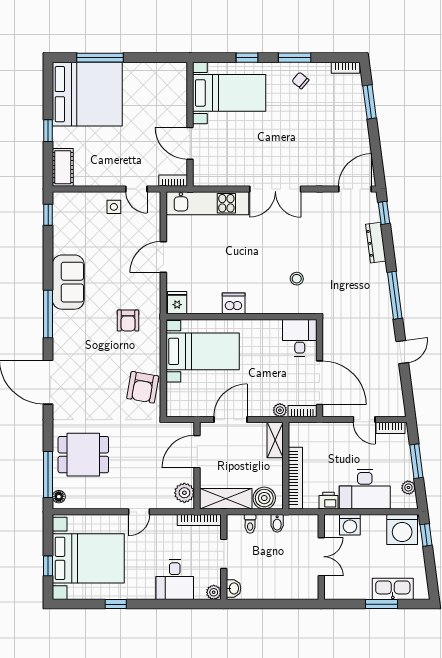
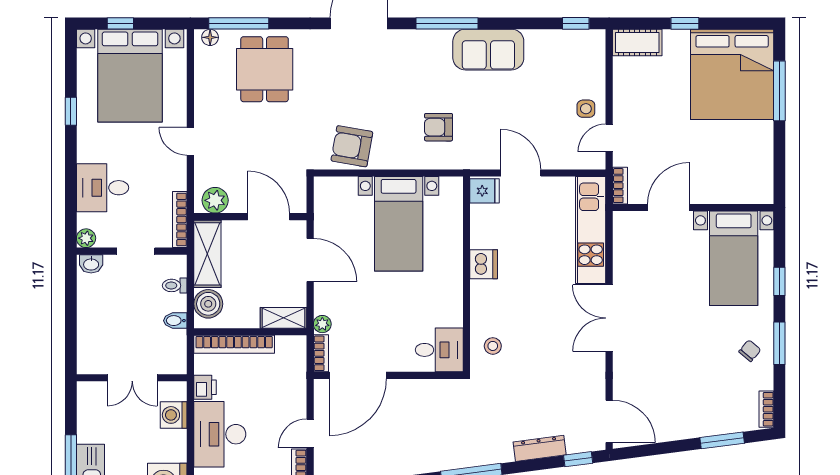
fridge: (177, 303) -> (485, 191), moved
dishwasher: (234, 303) -> (484, 264), moved
wall: (241, 317) -> (467, 274), moved
desk: (300, 338) -> (439, 350), moved

